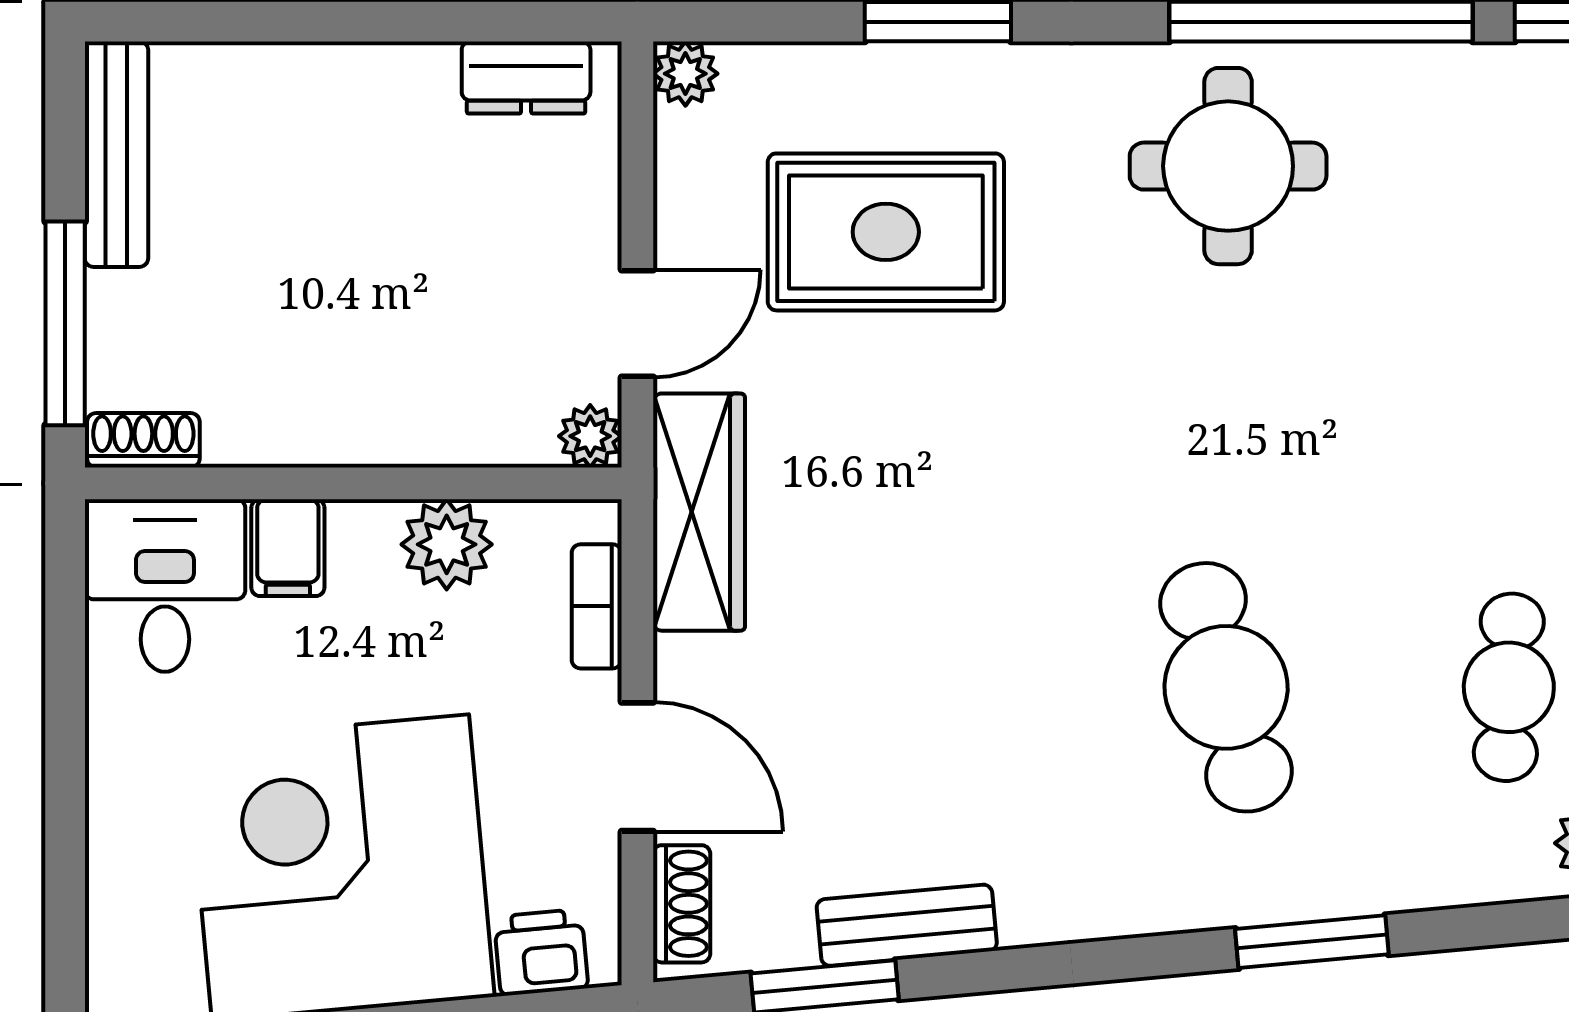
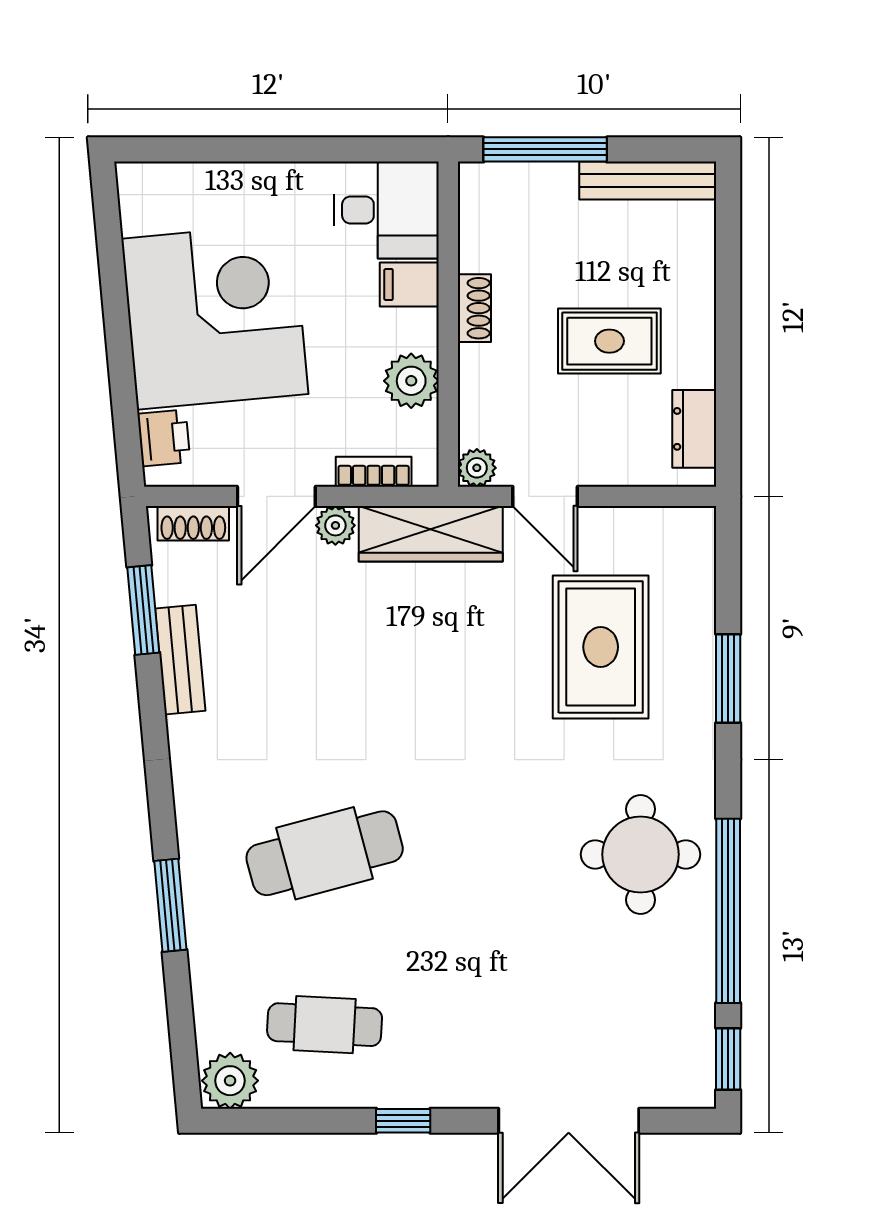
plant: (685, 74) -> (335, 525), moved
rug: (381, 217) -> (609, 341), added
shoe rack: (143, 440) -> (474, 308), moved

